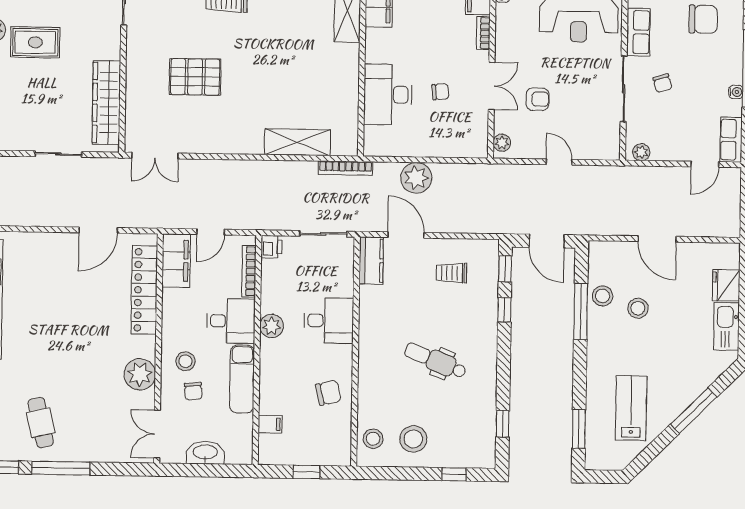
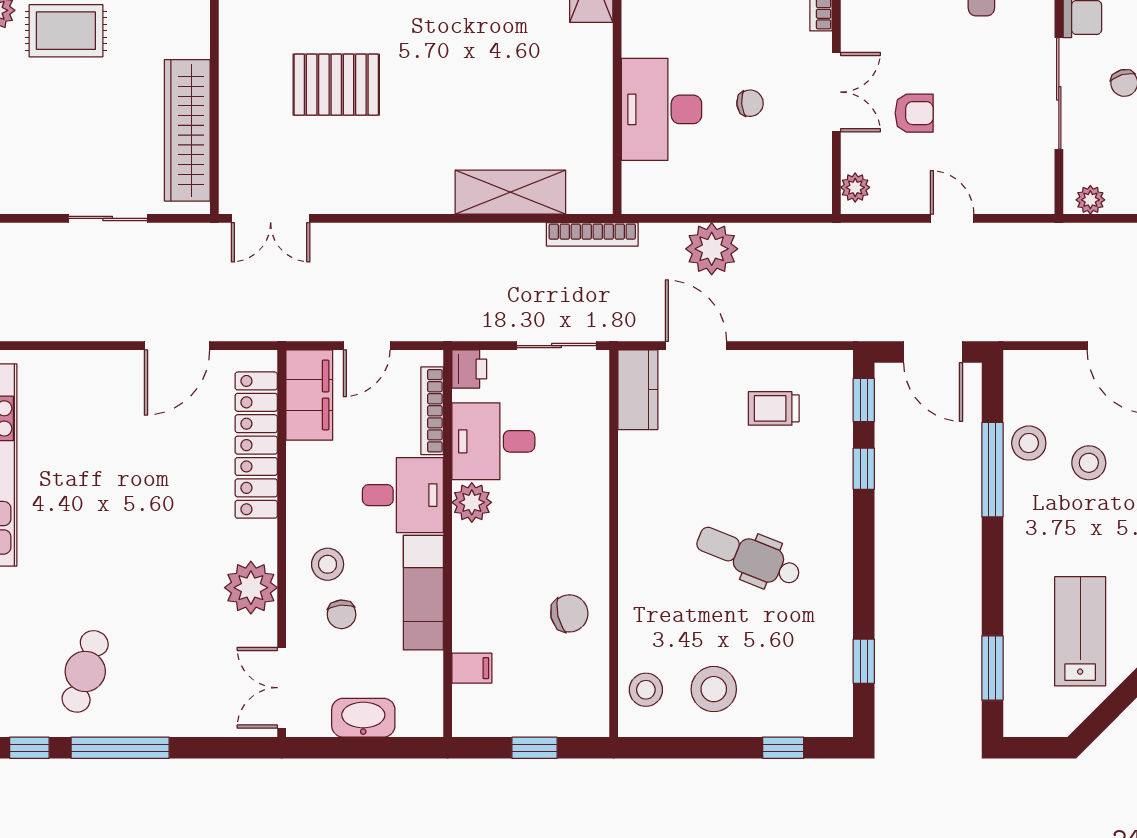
desk: (329, 321) -> (493, 441), moved, turned 180
cafe table: (41, 423) -> (85, 671), turned 31

